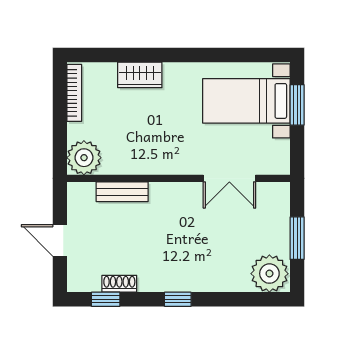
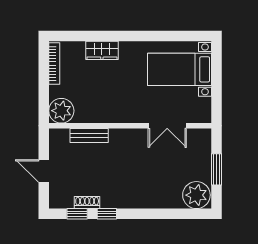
window: (297, 105) -> (216, 72), removed
window: (178, 299) -> (107, 214), moved

